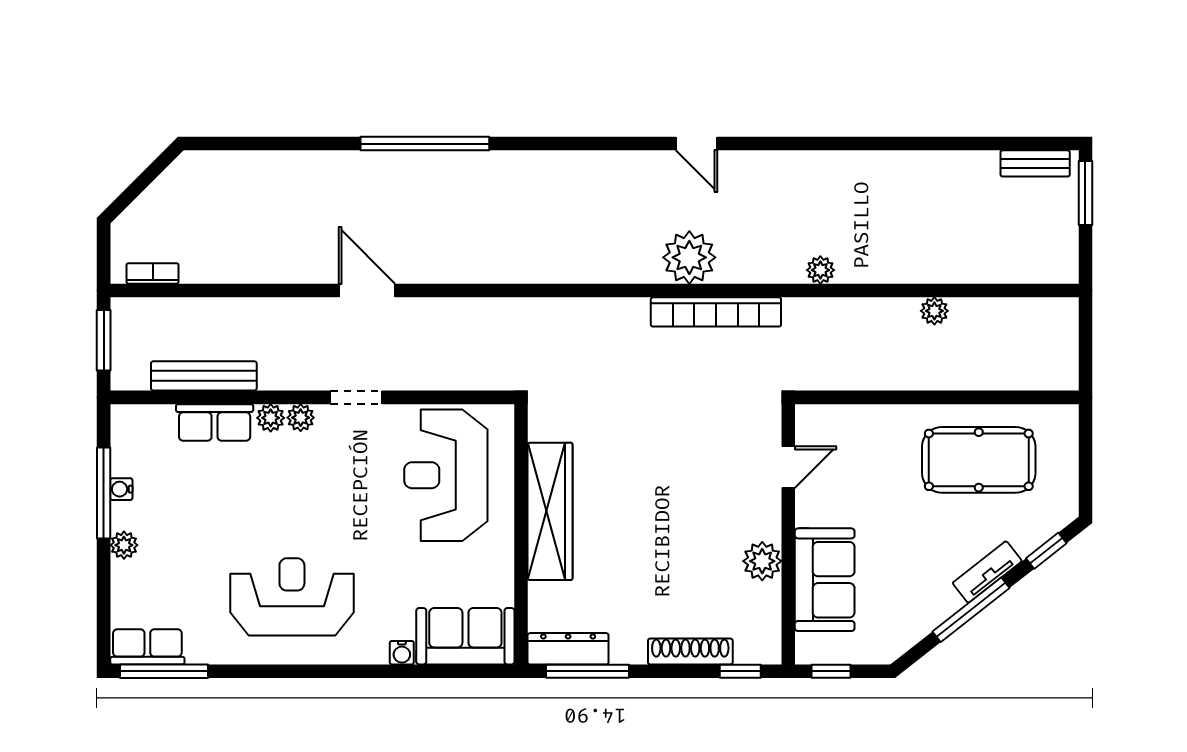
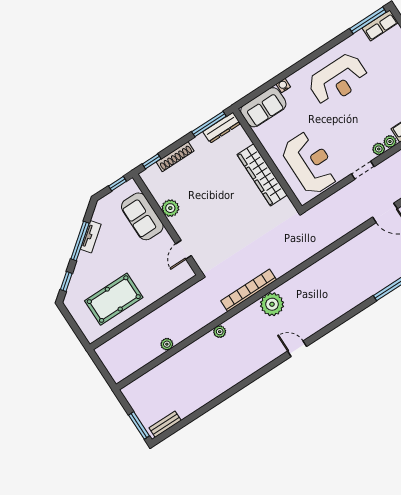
tv unit: (987, 572) -> (91, 237), moved

